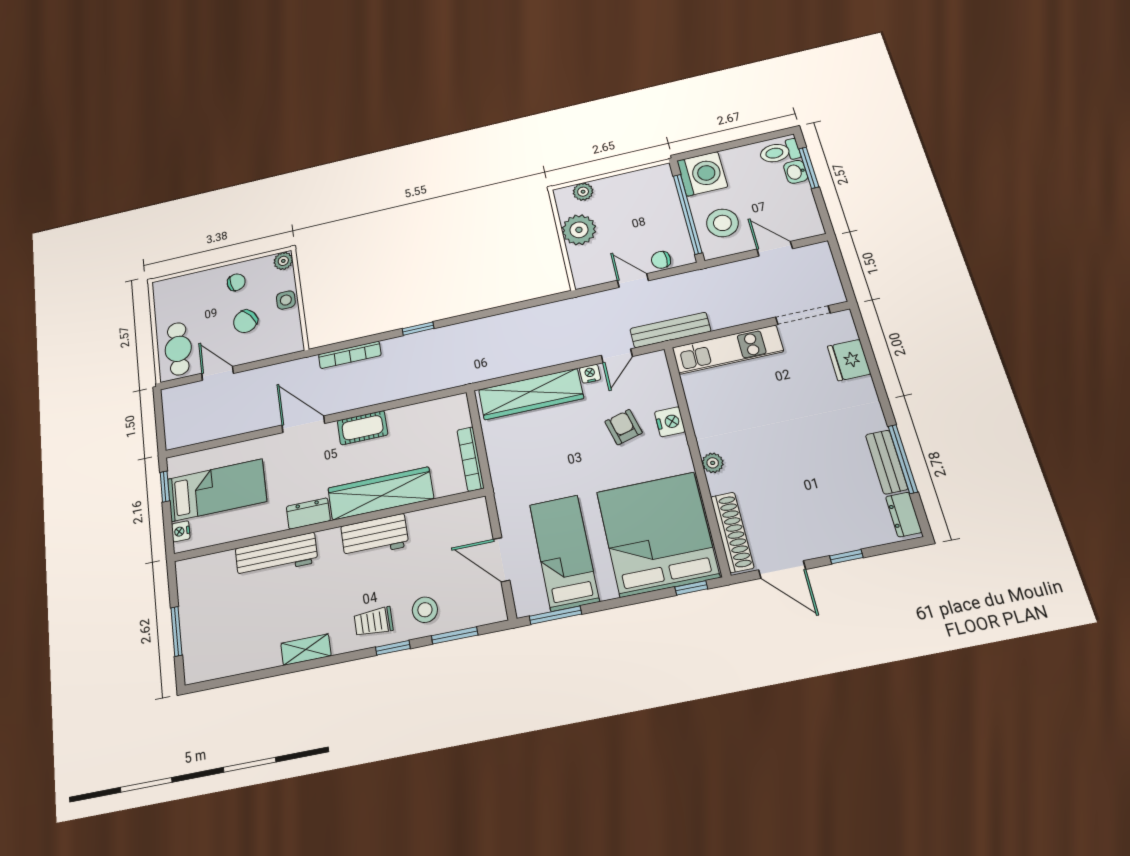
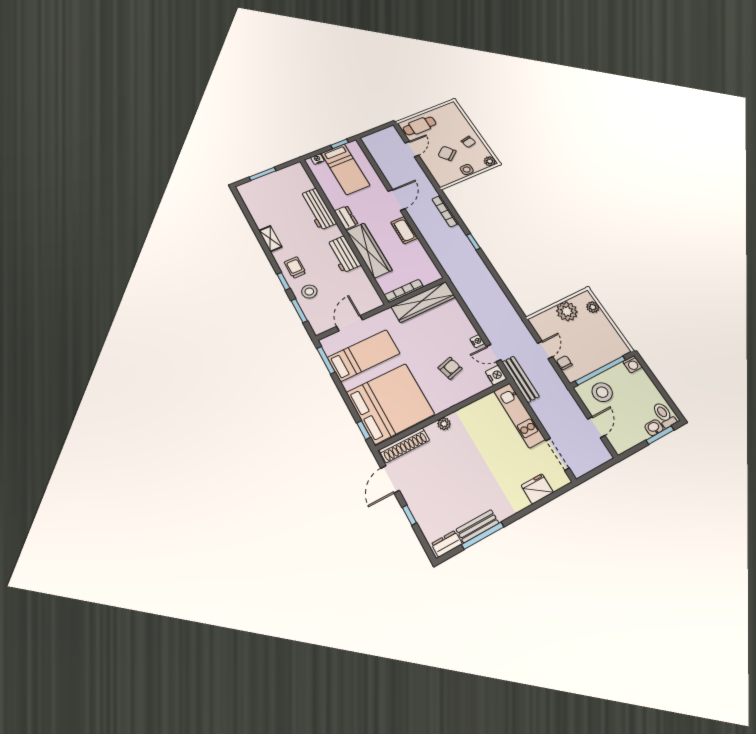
washing machine: (702, 174) -> (632, 364), width x0.53, depth x0.53
wardrobe: (531, 394) -> (423, 302), moved, turned -90
nightstand: (670, 422) -> (496, 375), moved, turned -90

